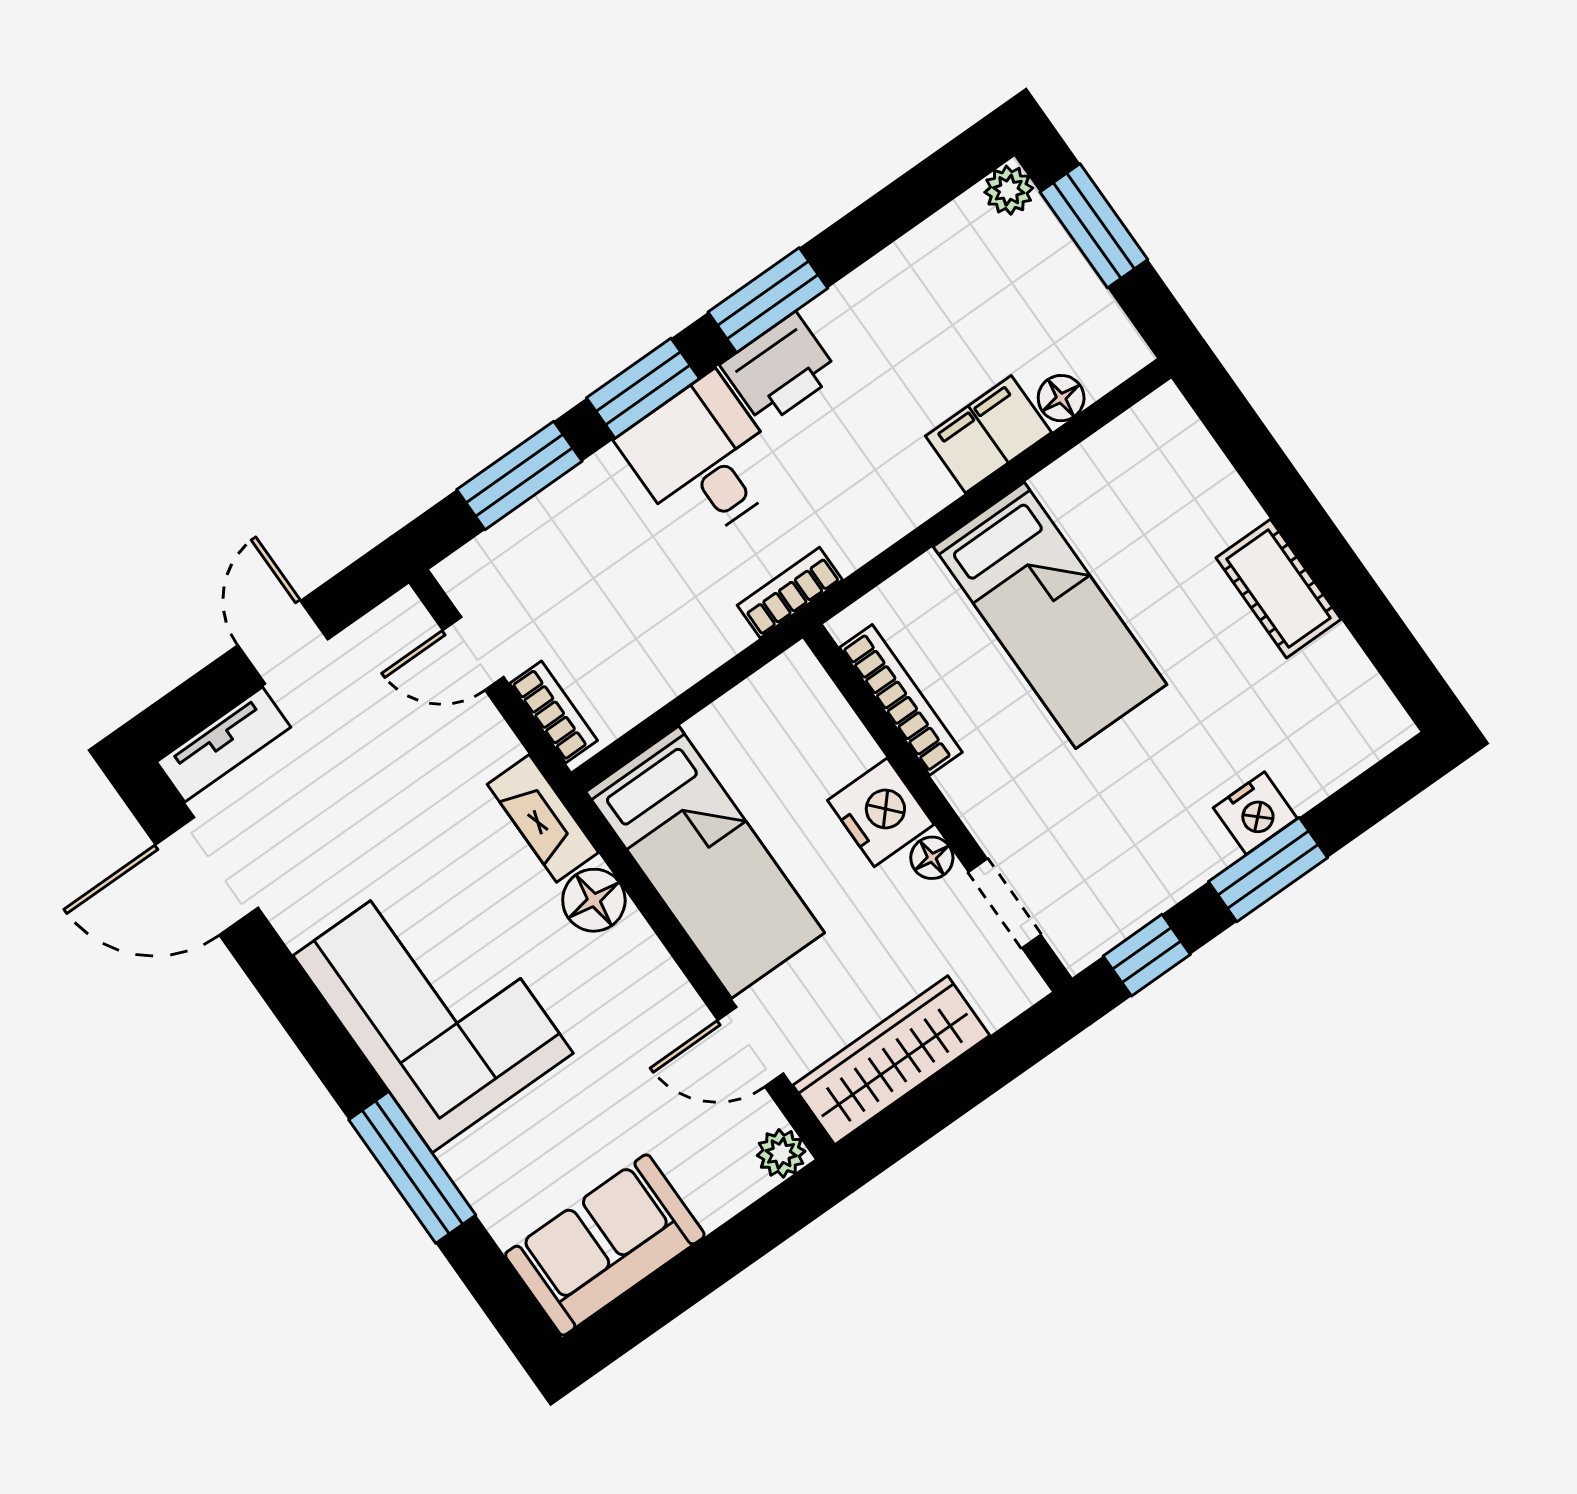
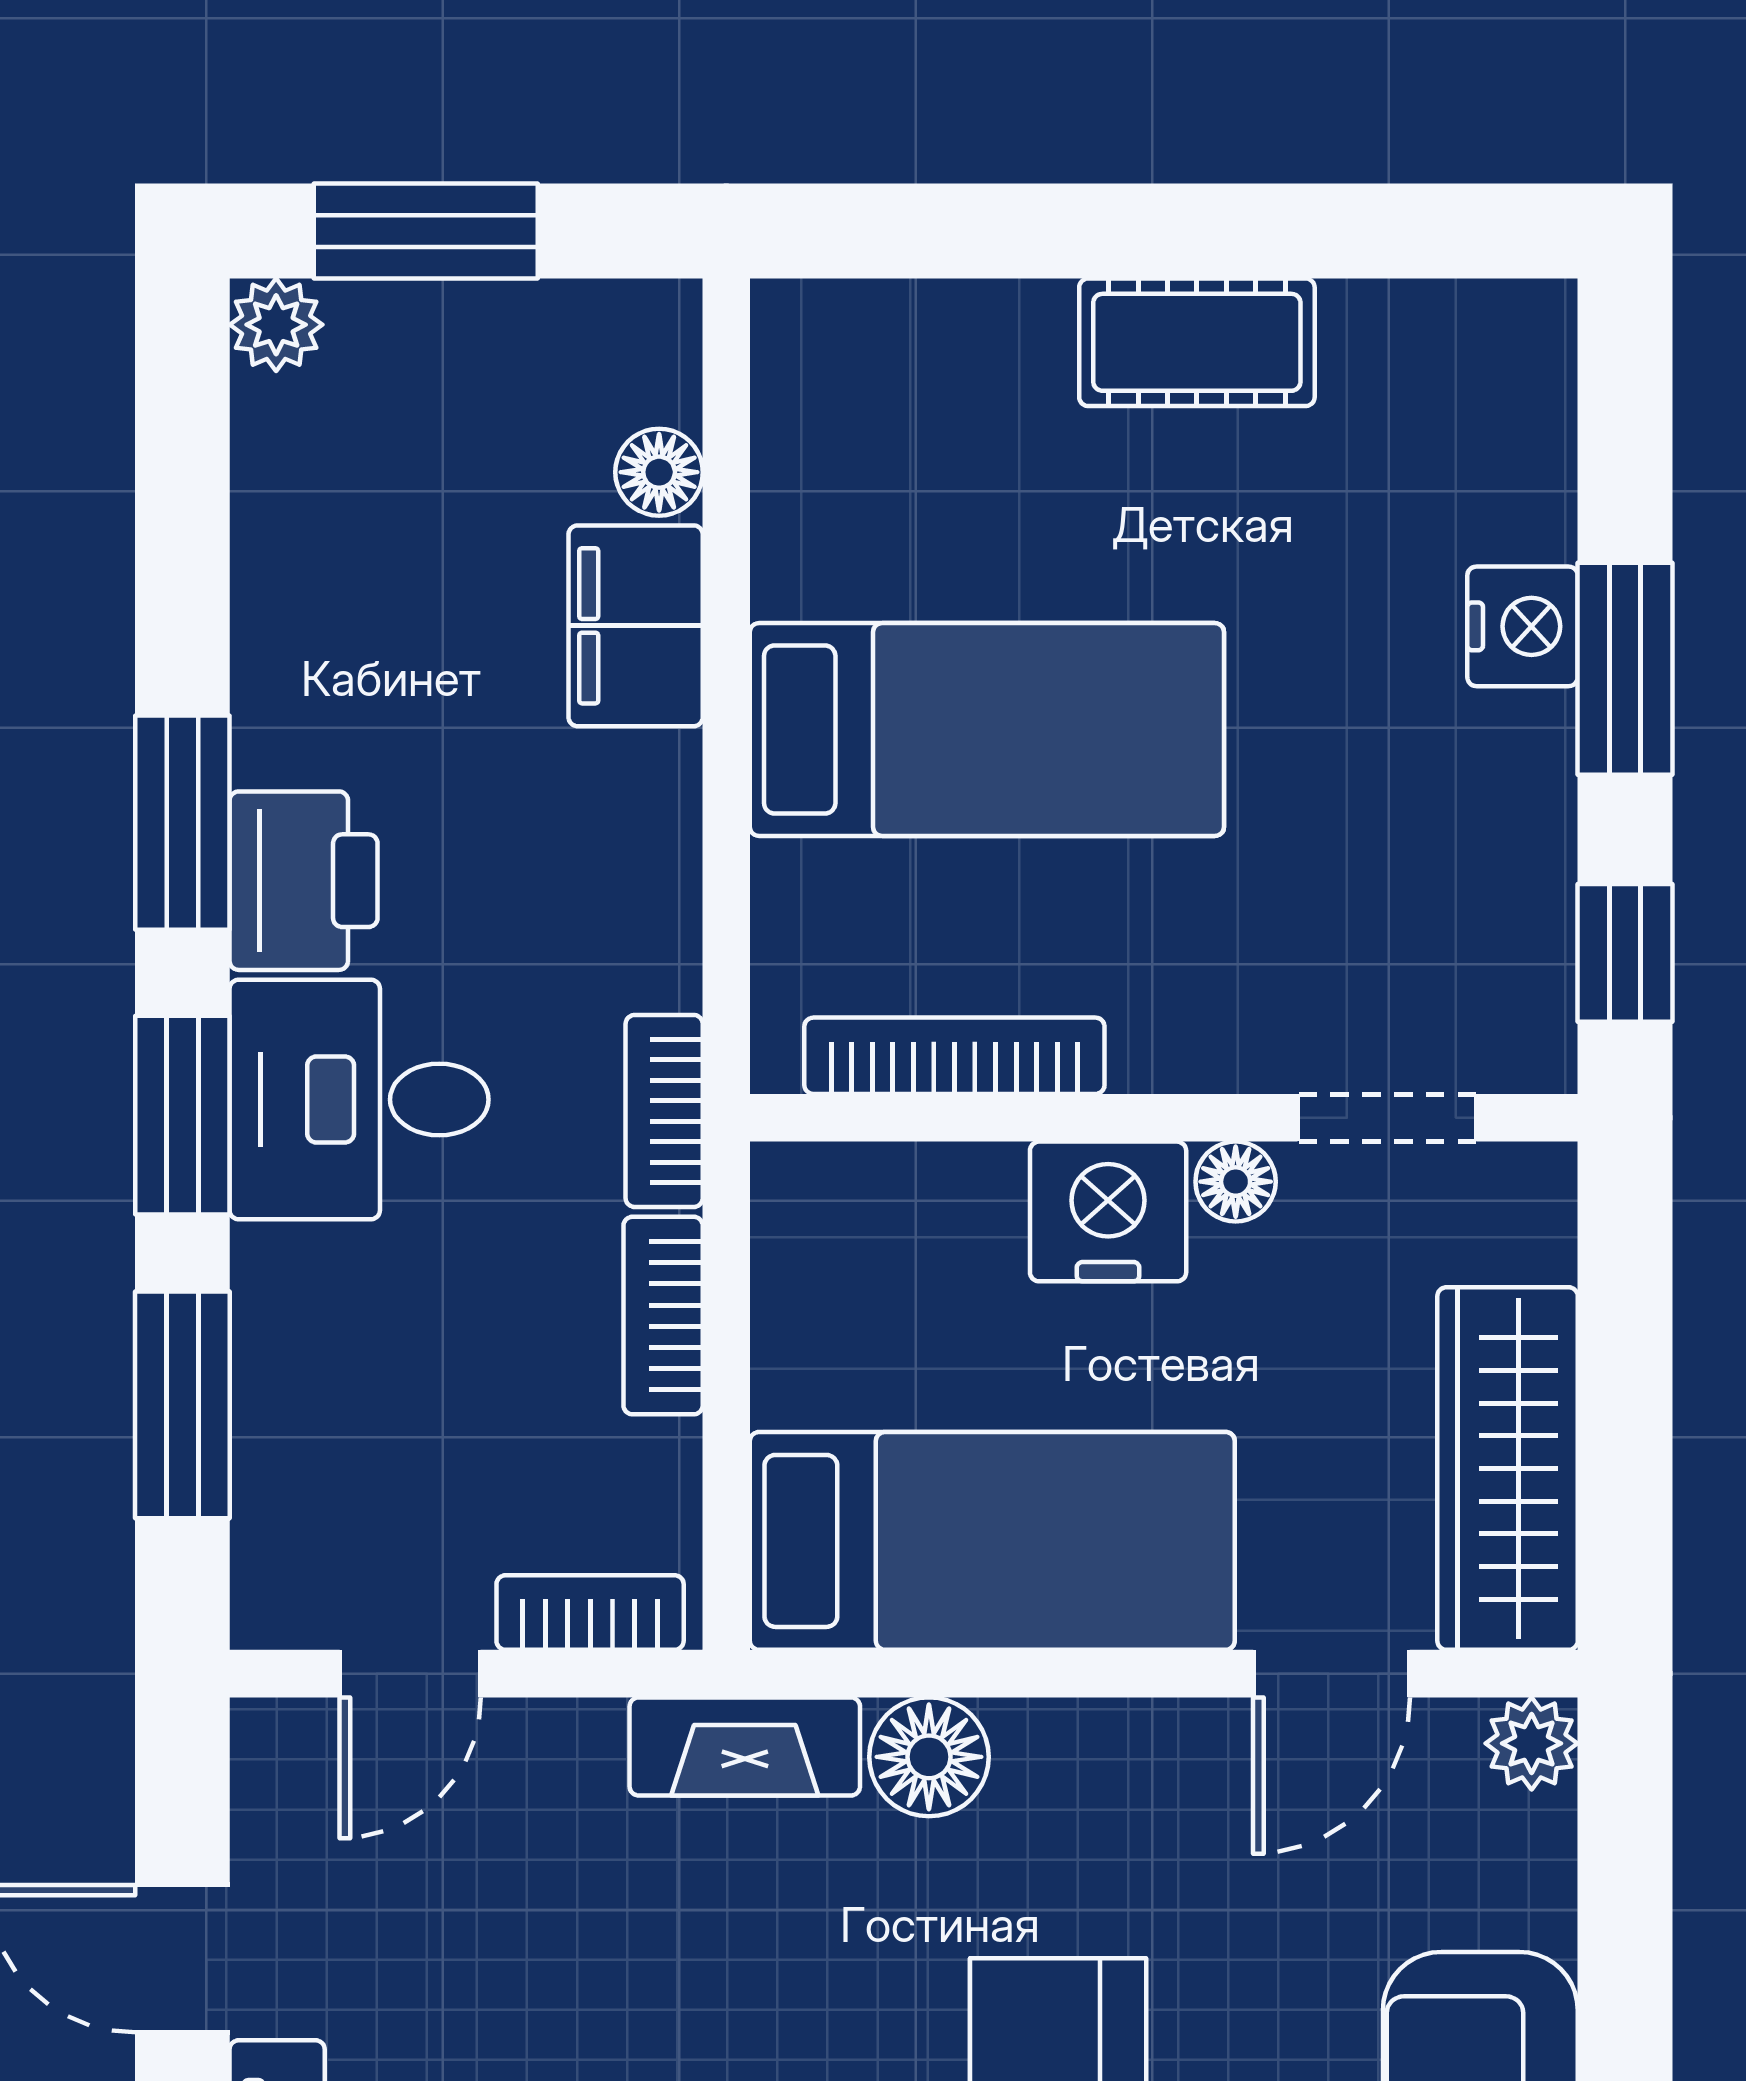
bookcase: (702, 654) -> (663, 1316), added

